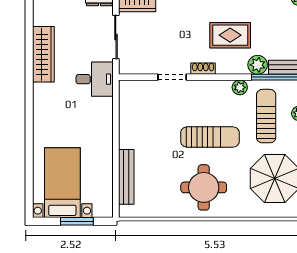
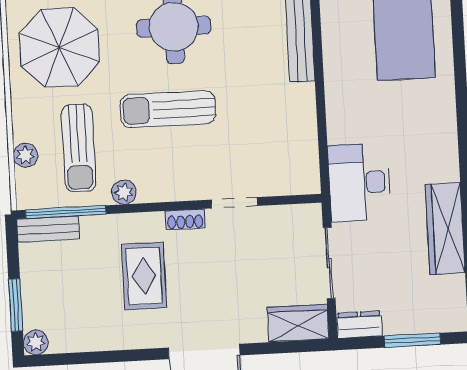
rug: (230, 35) -> (144, 276), turned 90
plant: (258, 65) -> (97, 230), removed
desk: (95, 79) -> (359, 182), width x1.37

